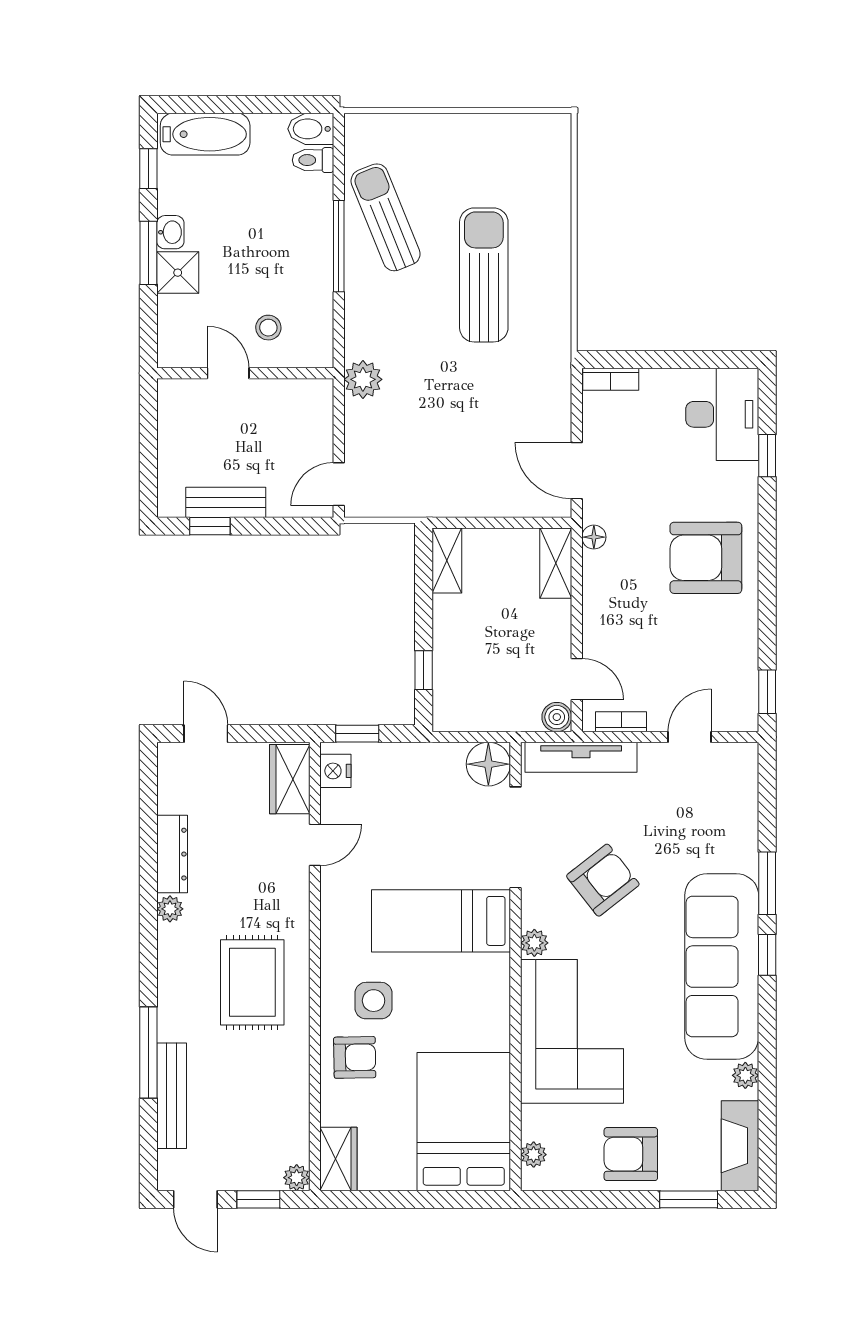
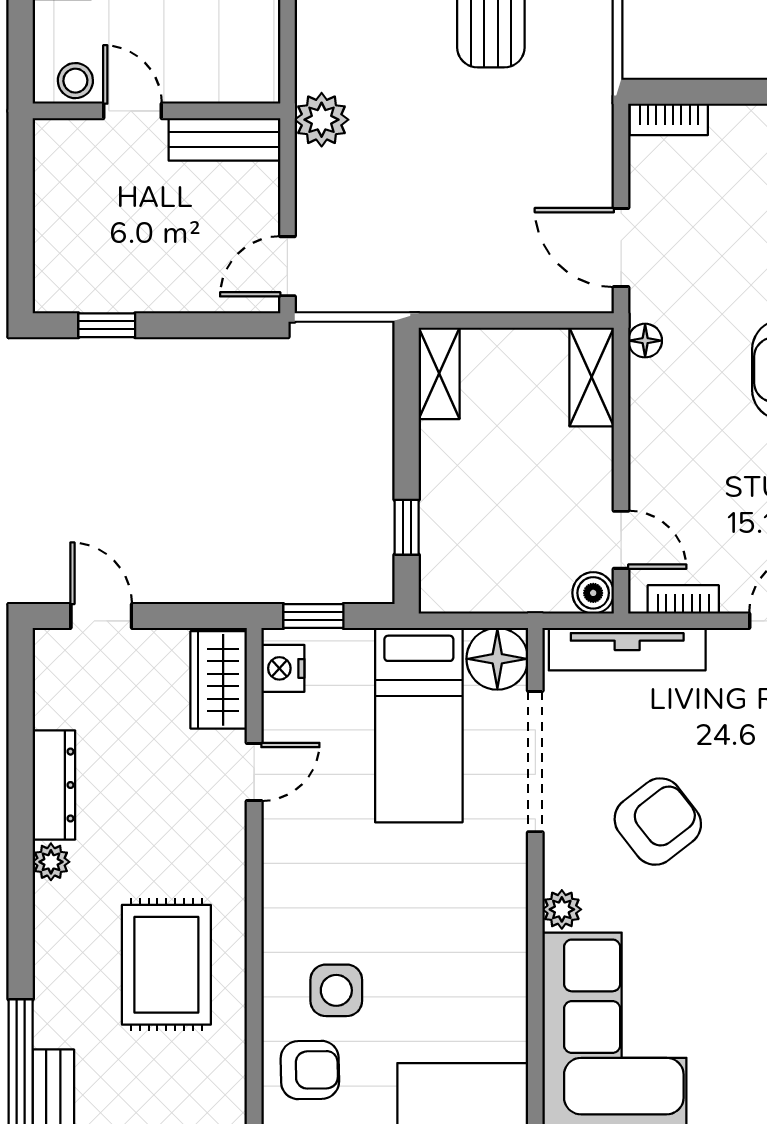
stool: (268, 328) -> (75, 81), moved
bench: (226, 502) -> (224, 139), moved
bed: (441, 921) -> (419, 725), moved, turned -90

